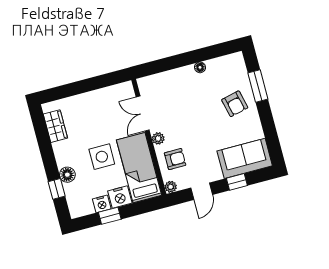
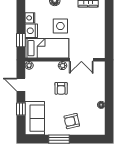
window: (258, 86) -> (59, 139), moved
double door: (143, 114) -> (81, 60), swing flipped
armchair: (175, 159) -> (61, 88), moved
window: (110, 216) -> (21, 40), moved

